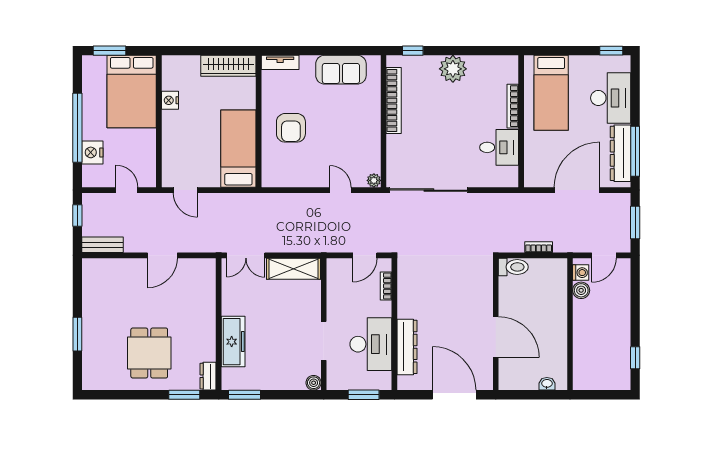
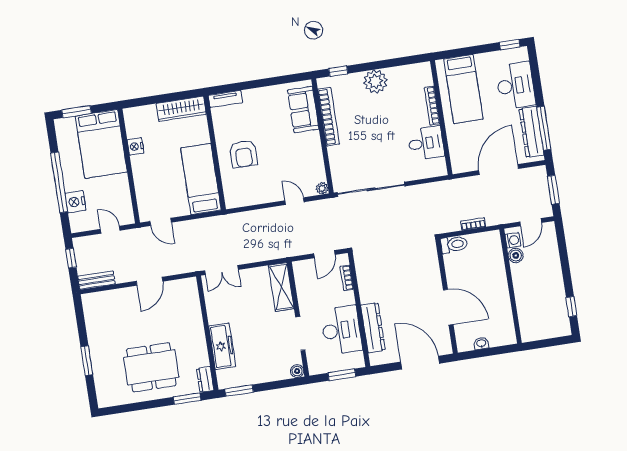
sofa: (341, 70) -> (303, 110), moved, turned 90
shelving: (293, 269) -> (281, 287), moved, turned 90
dining table: (149, 353) -> (151, 367), width x1.38
washbasin: (547, 384) -> (481, 343), moved

